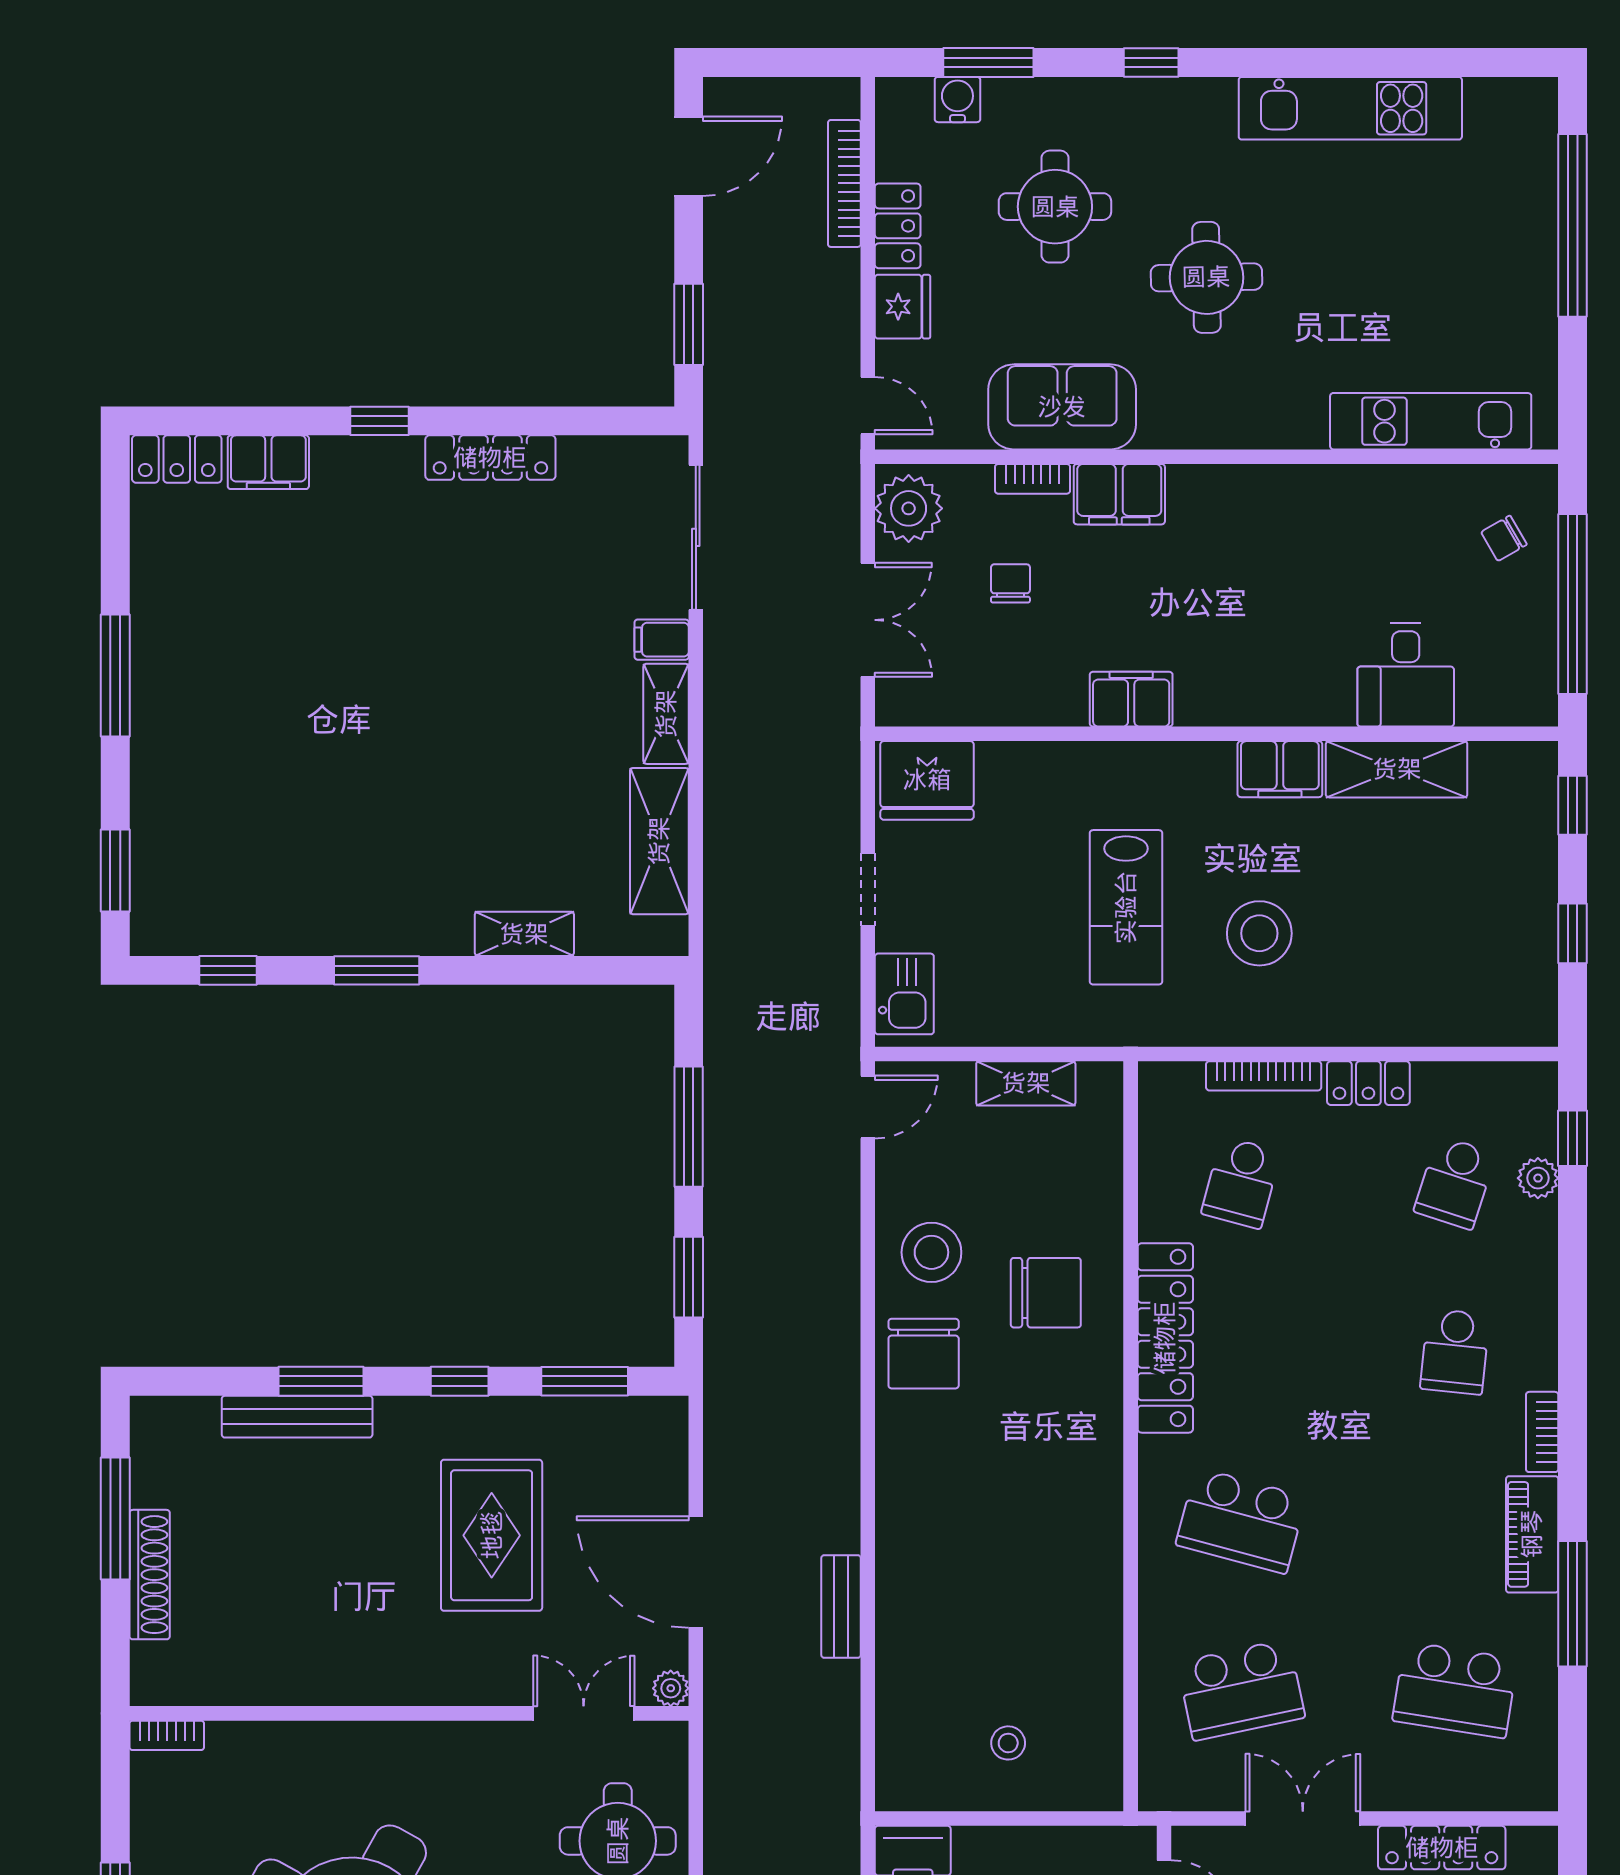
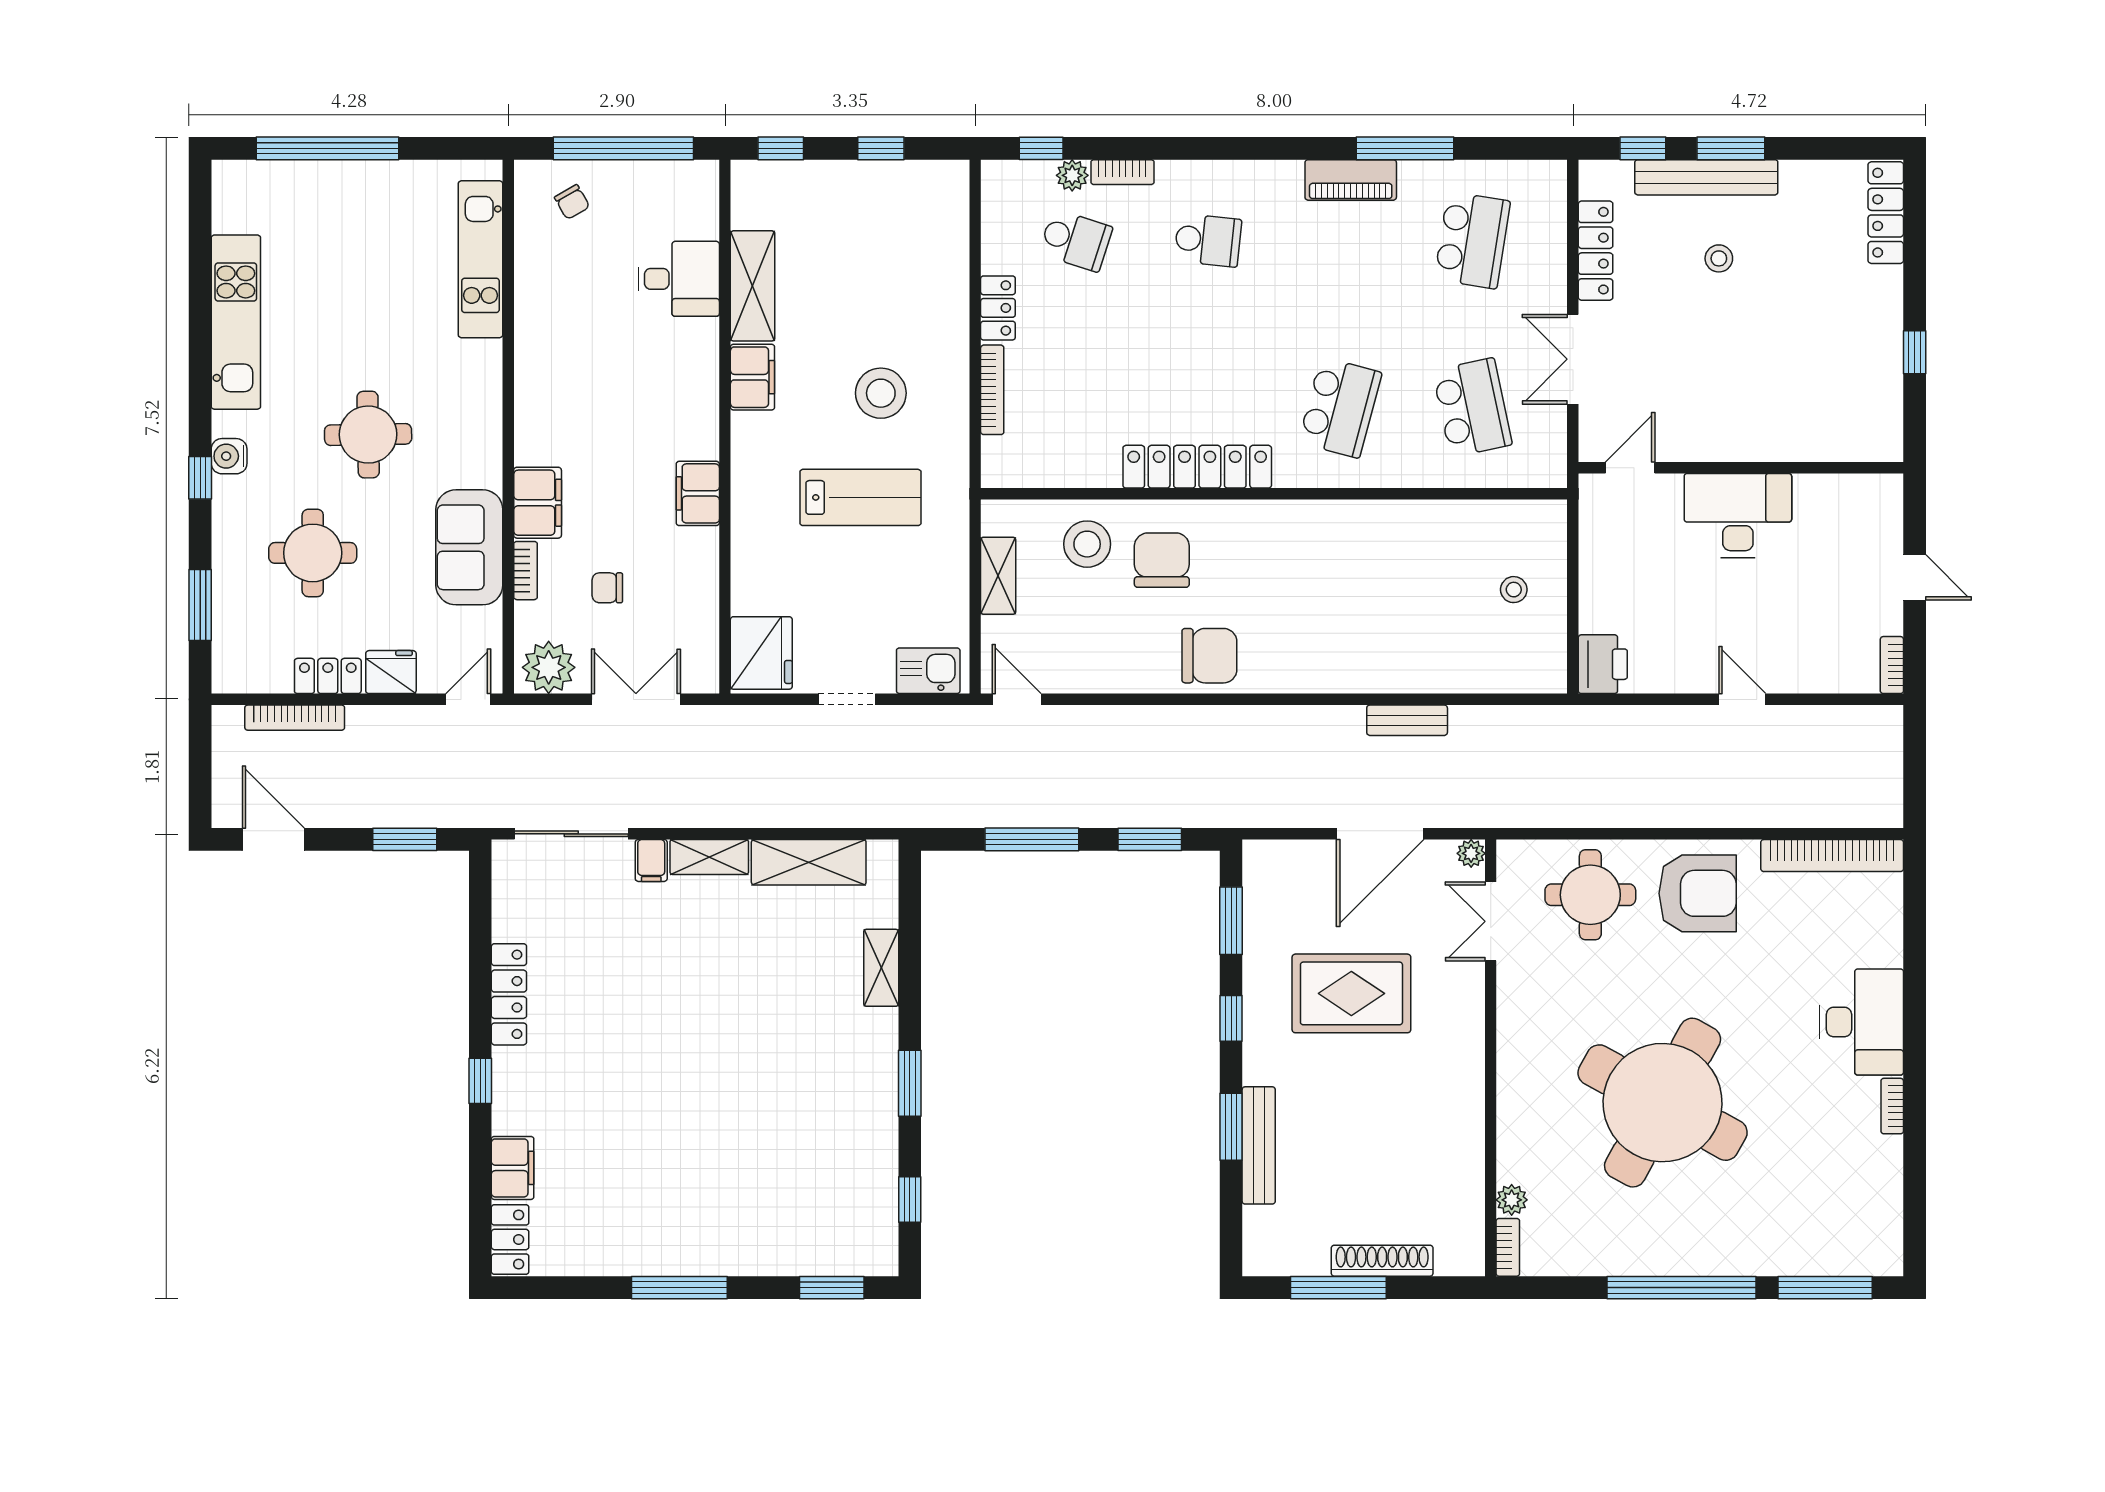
water cooler: (957, 100) -> (229, 456), moved
school desk: (1241, 1183) -> (1076, 408), removed
stool: (931, 1252) -> (1087, 544), moved
bookcase: (1542, 1432) -> (1122, 172), moved
plant: (228, 1740) -> (1512, 1200), added

